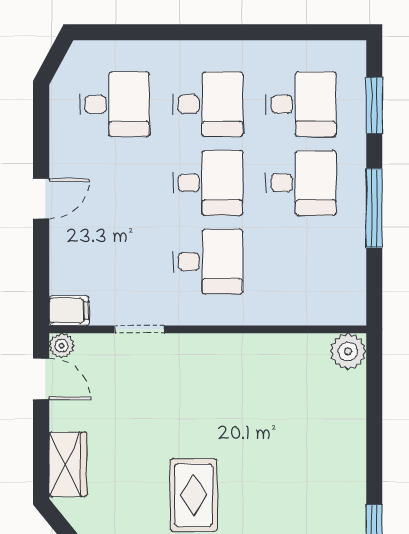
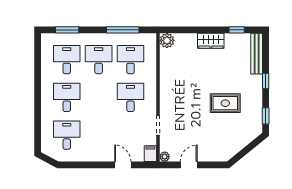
desk: (208, 183) -> (131, 60), moved
door: (41, 199) -> (123, 165), moved
window: (374, 208) -> (123, 30), moved
door: (41, 379) -> (189, 165), moved
wardrobe: (68, 464) -> (211, 41), moved, turned 180

